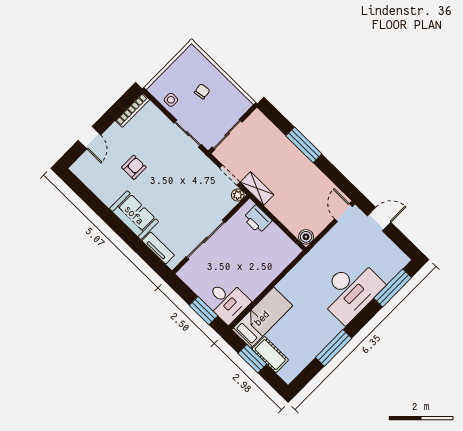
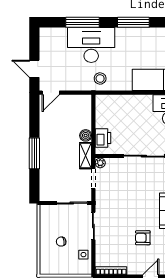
boiler: (306, 237) -> (86, 135), moved
stool: (313, 269) -> (100, 78), added
window: (393, 288) -> (82, 22), moved

